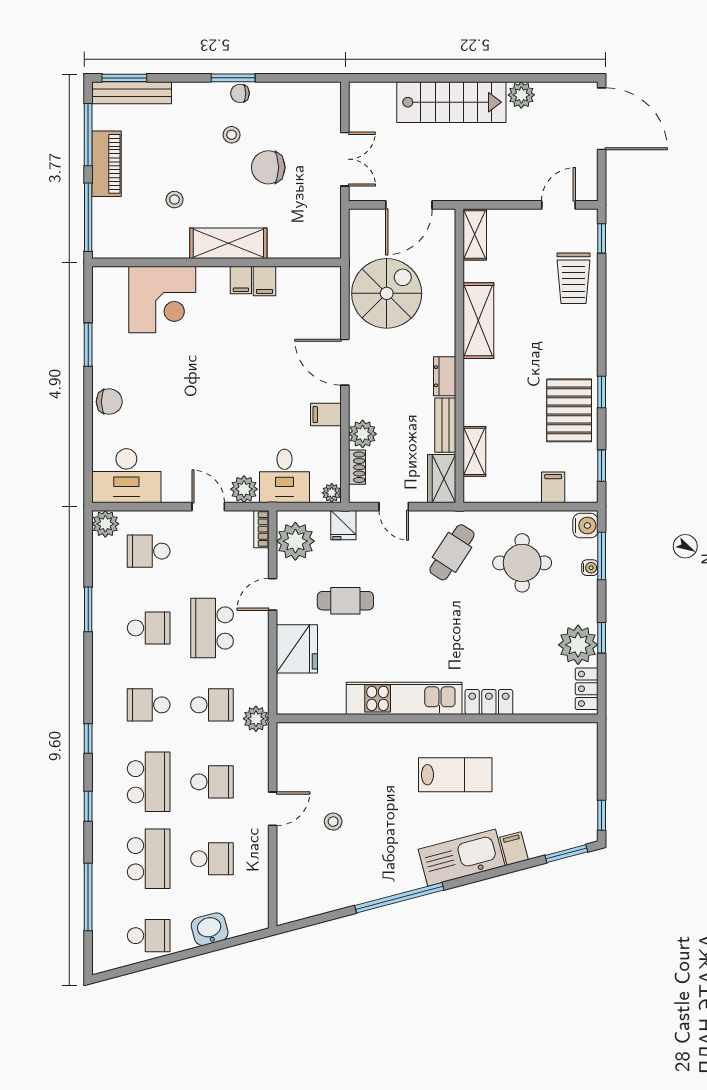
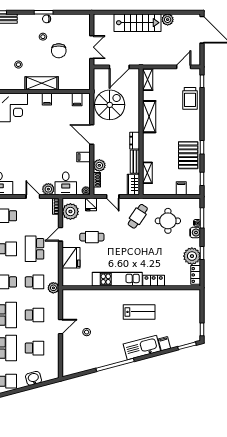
chair: (268, 167) -> (59, 51), turned -90
filing cabinet: (265, 281) -> (77, 100), moved
water cooler: (585, 526) -> (195, 233), moved

